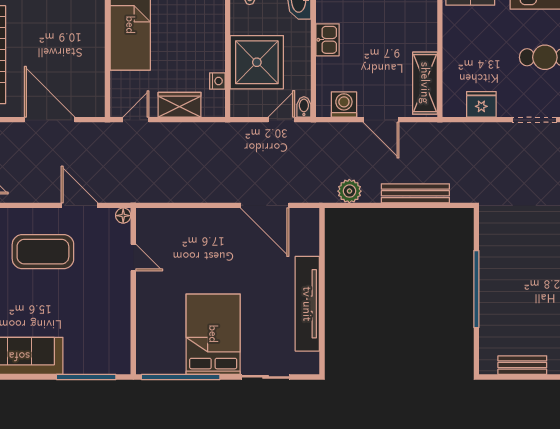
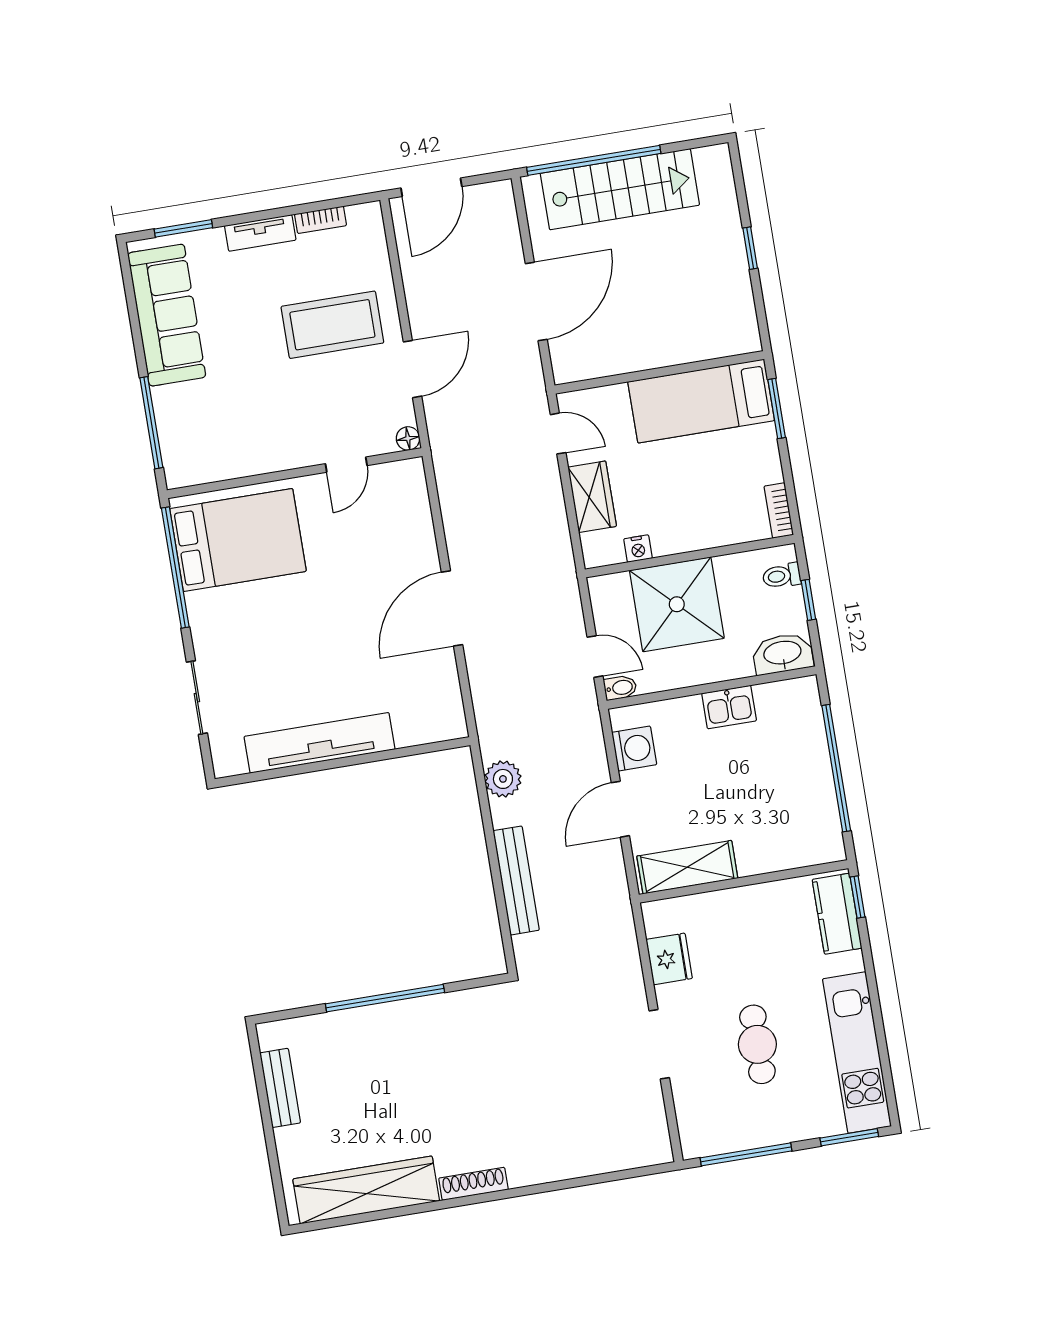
door: (265, 205) -> (452, 608), moved
coffee table: (43, 252) -> (332, 325), turned 90
bed: (213, 334) -> (238, 540), moved

